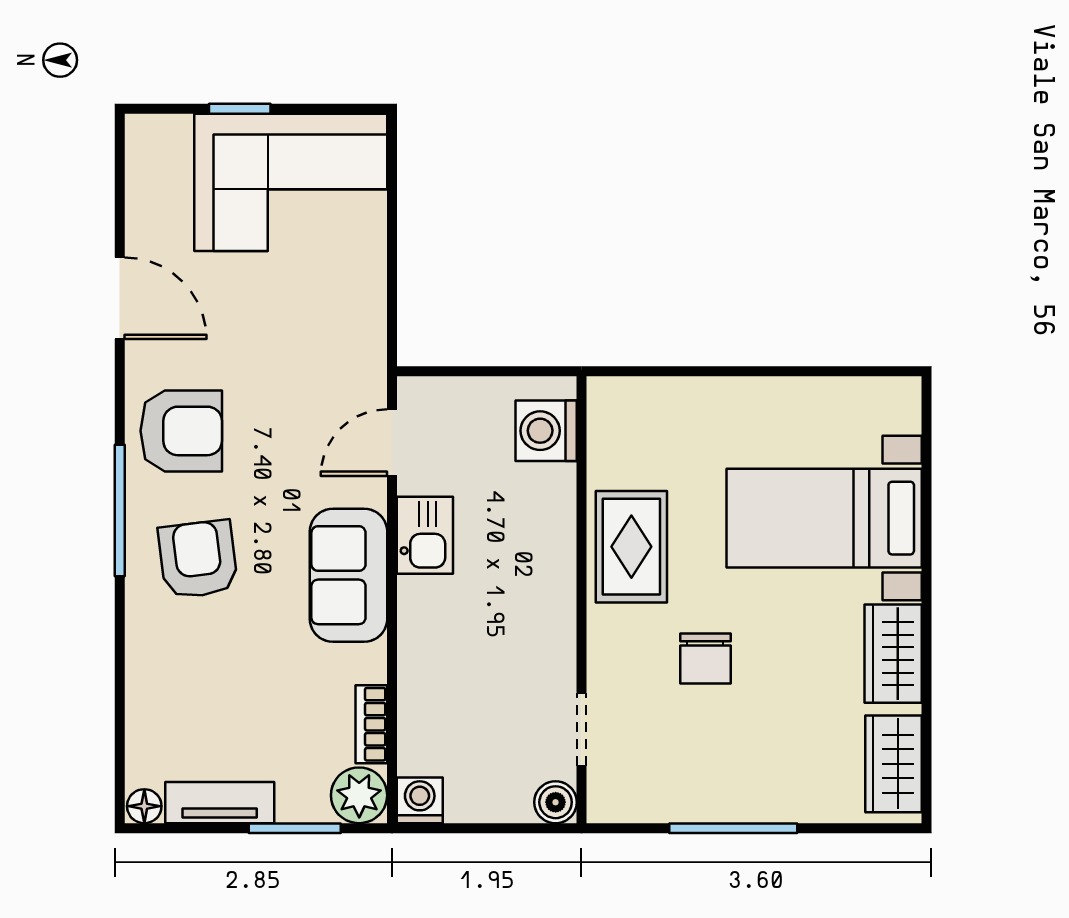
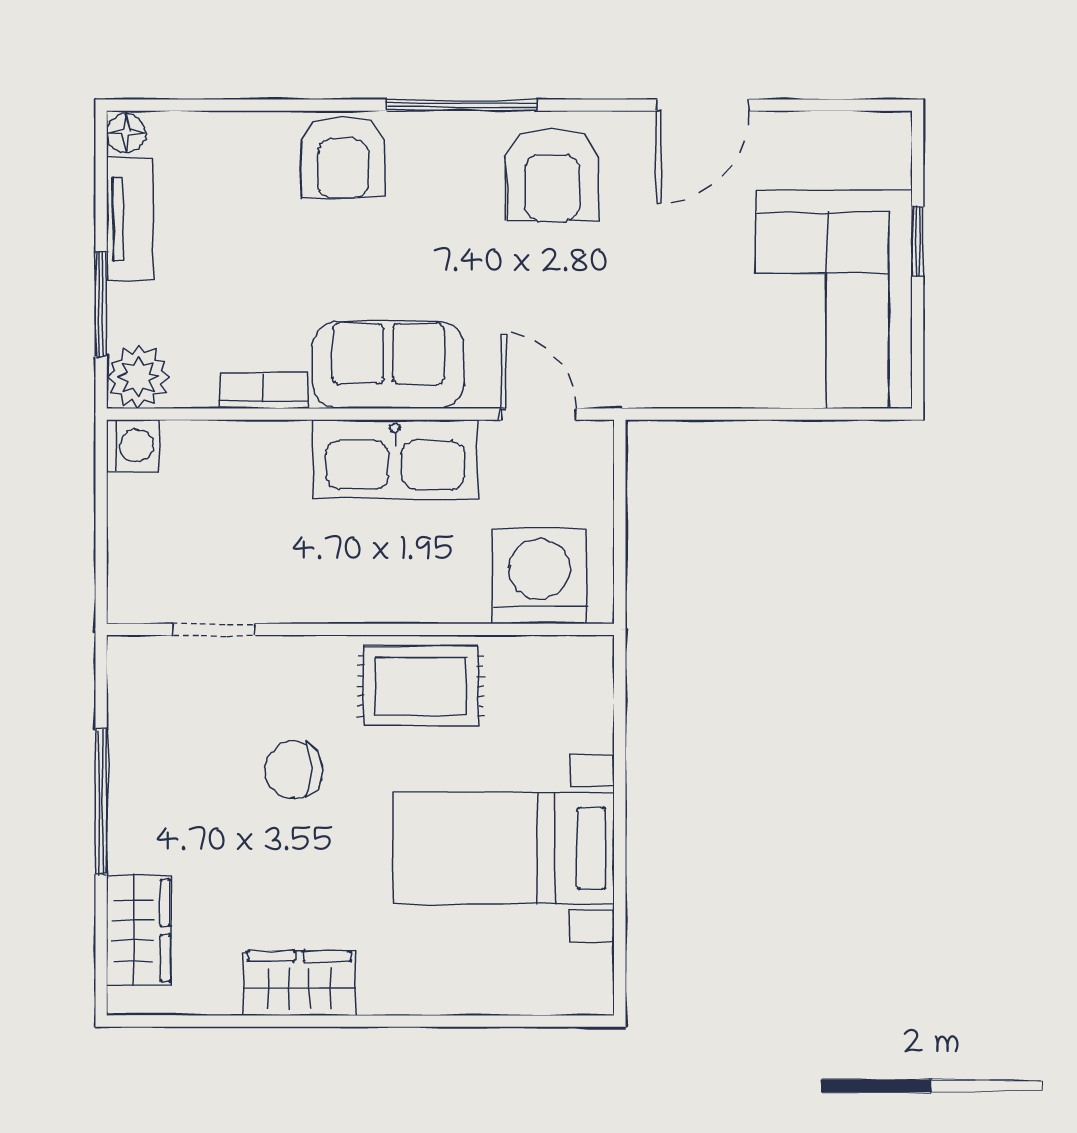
washing machine: (546, 431) -> (539, 576), width x1.37, depth x1.37
bed with nightstands: (824, 518) -> (504, 848), moved, turned -90
kitchen sink: (425, 535) -> (395, 459), width x1.88, depth x1.24
armchair: (198, 559) -> (343, 157), moved, turned 97
bookcase: (371, 724) -> (264, 391), moved
wardrobe: (894, 764) -> (139, 930), moved, turned 90
boiler: (556, 802) -> (131, 600), removed

